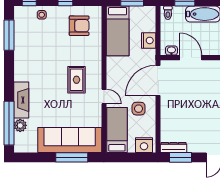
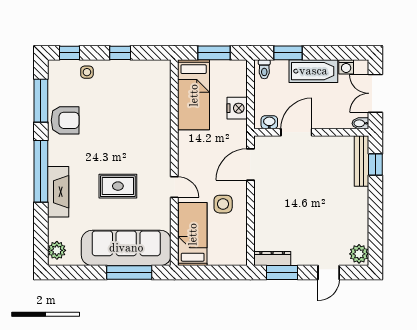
armchair: (79, 26) -> (65, 120), moved
door: (191, 58) -> (296, 132), hinge flipped
rug: (76, 80) -> (118, 186), moved, turned 90
door: (158, 80) -> (250, 164), width x0.73
window: (9, 123) -> (41, 171), moved
plant: (20, 125) -> (57, 250), moved
nightstand: (144, 145) -> (231, 255), removed

